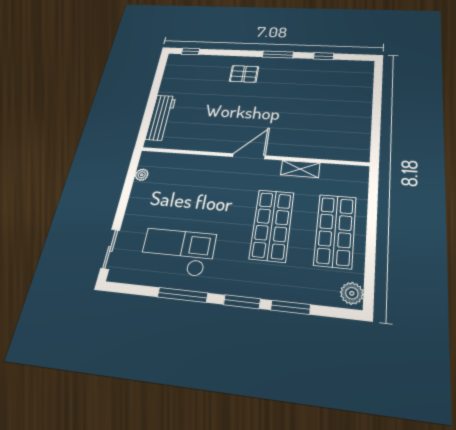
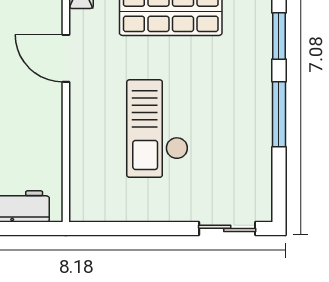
plant: (142, 175) -> (109, 212), removed
checkout: (178, 252) -> (157, 129), moved

